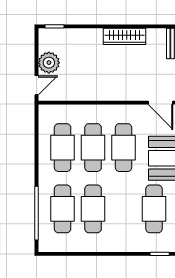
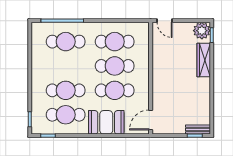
wardrobe: (125, 36) -> (204, 60), moved
plant: (49, 63) -> (202, 31), moved
cafe table: (93, 209) -> (66, 90), moved

